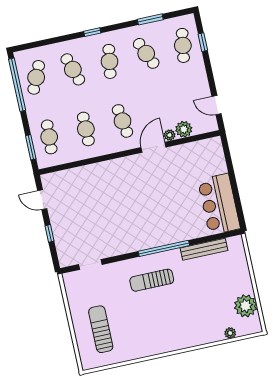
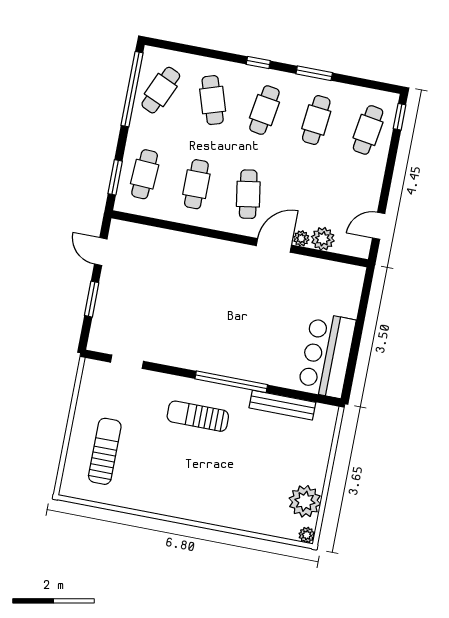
window: (150, 19) -> (314, 73), moved
window: (203, 42) -> (400, 117), moved
cafe table: (146, 53) -> (316, 120), turned 30
door: (217, 105) -> (379, 226), hinge flipped
window: (49, 233) -> (92, 299), width x1.50
plant: (230, 333) -> (307, 535), moved

